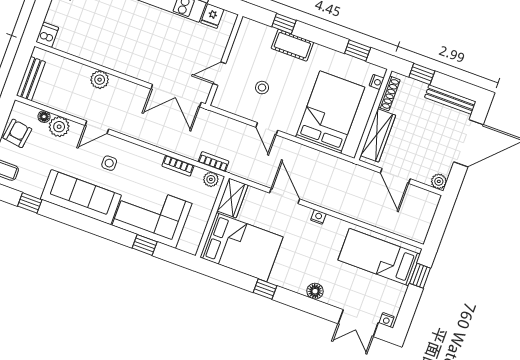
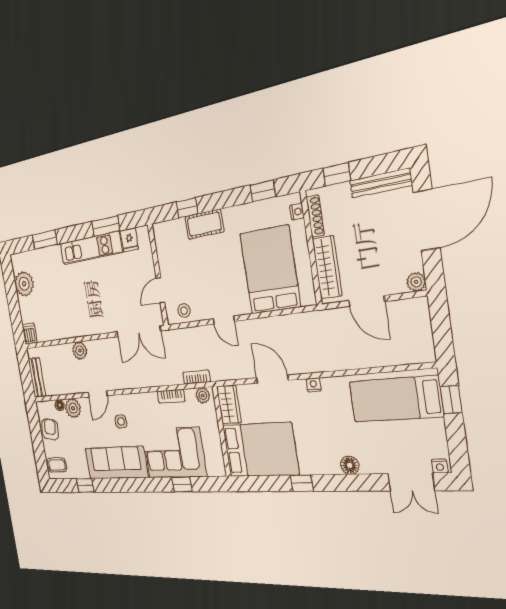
stool: (262, 88) -> (184, 311), moved

